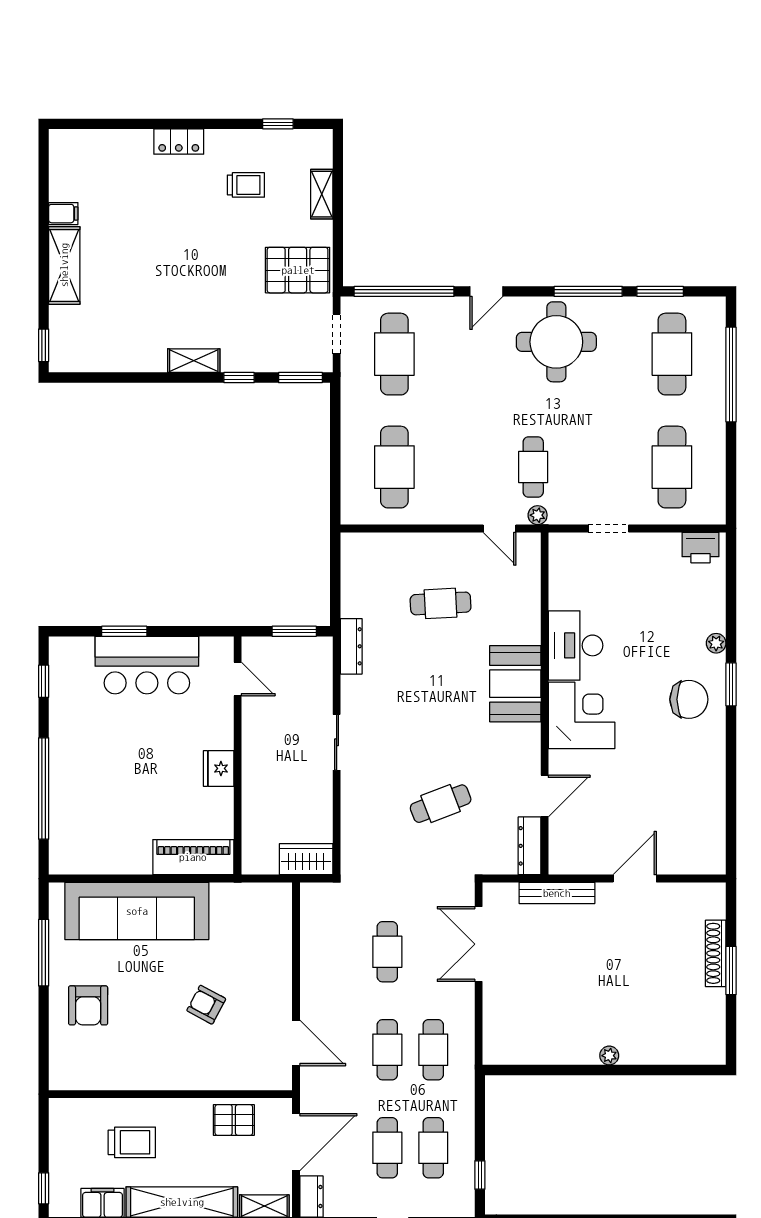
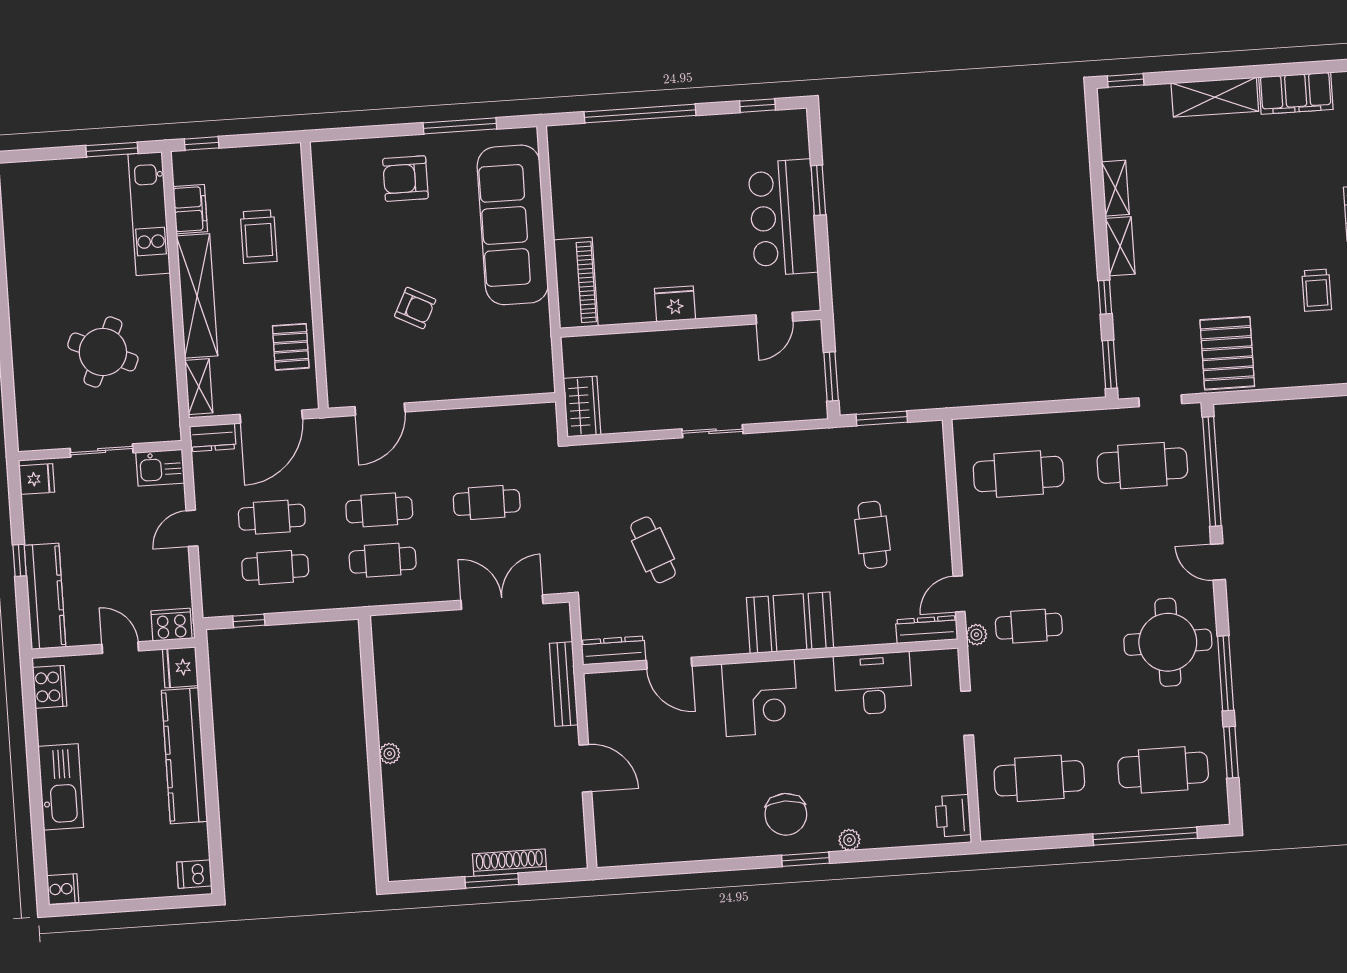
shelving: (322, 194) -> (1115, 188), moved, turned 90
filing cabinet: (63, 214) -> (1296, 93), width x3.00, depth x1.17
window: (335, 588) -> (882, 418), added
desk: (576, 645) -> (873, 684), moved
dresser: (351, 646) -> (927, 630), moved, turned 180
armchair: (206, 1005) -> (415, 308), turned 89
door: (296, 1142) -> (271, 417), hinge flipped

